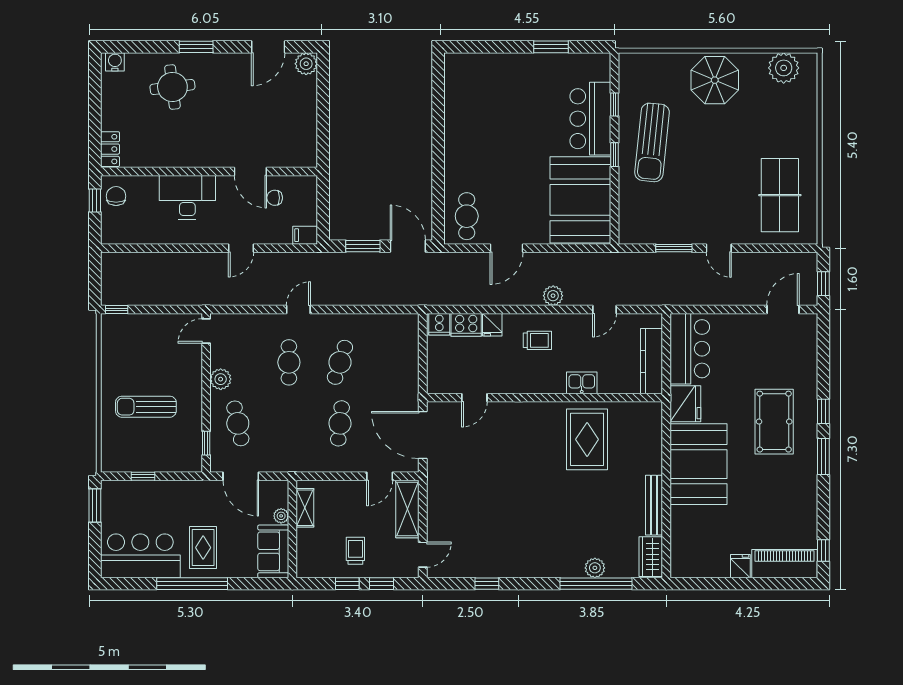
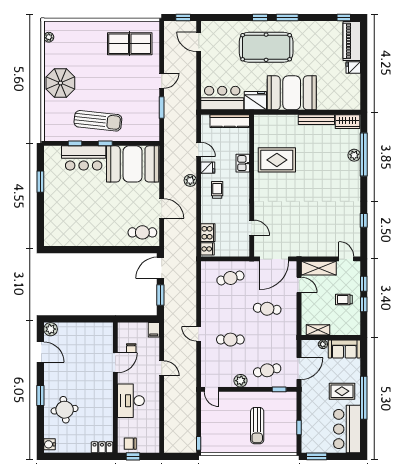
plant: (784, 68) -> (49, 37), width x0.53, depth x0.53
fridge: (492, 325) -> (208, 168), moved
cafe table: (340, 362) -> (230, 278), moved, turned -33
pool table: (774, 422) -> (266, 47), width x1.36, depth x1.32

